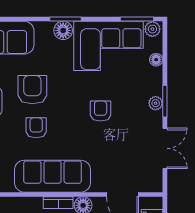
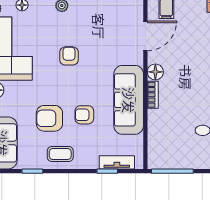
armchair: (101, 111) -> (69, 56), turned 90

